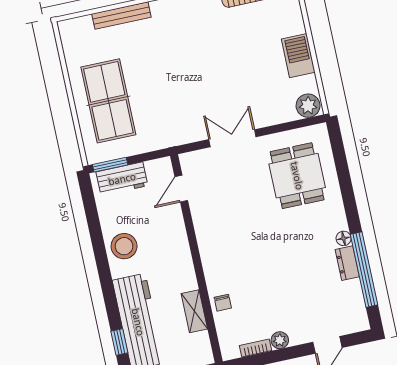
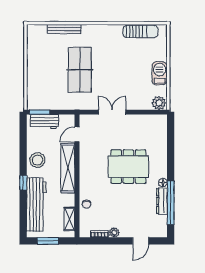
table tennis table: (108, 101) -> (80, 70), moved
dining table: (297, 176) -> (128, 167), moved, width x1.38
shelving: (178, 249) -> (68, 168), added
dresser: (347, 263) -> (162, 201), width x1.44
shelving: (194, 311) -> (69, 219), moved
window: (119, 342) -> (23, 183), moved

